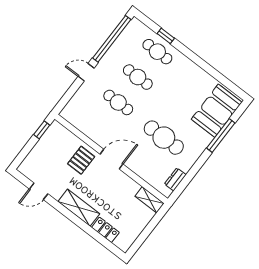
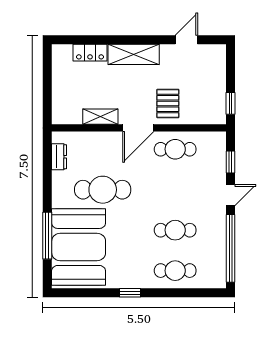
window: (166, 36) -> (130, 293), moved
window: (70, 93) -> (231, 162), added
cafe table: (118, 102) -> (175, 149), moved
booth: (217, 111) -> (79, 247), width x1.36, depth x1.42
shelving: (150, 200) -> (100, 117), moved

